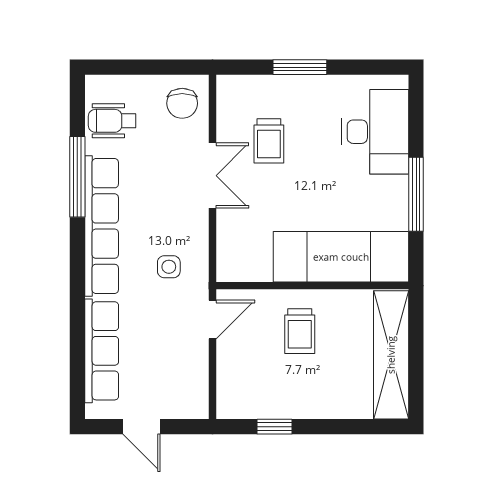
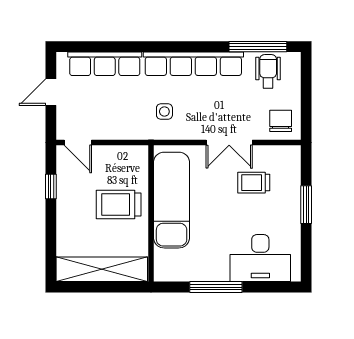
chair: (182, 103) -> (281, 121), turned 90
window: (77, 177) -> (258, 47), moved
exam couch: (341, 257) -> (172, 200), moved
door: (212, 320) -> (78, 142), moved
trolley: (300, 331) -> (119, 205), width x1.36, depth x1.39

